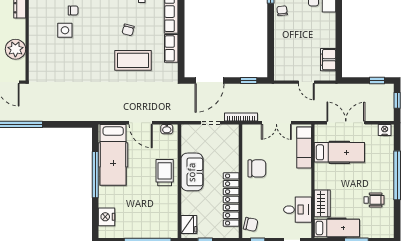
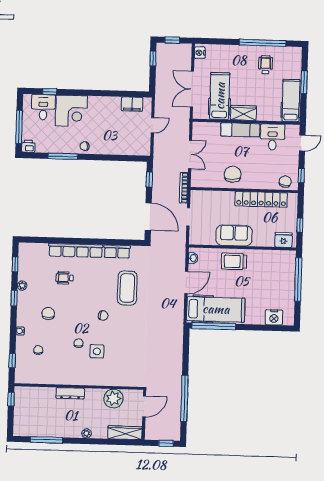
chair: (128, 30) -> (103, 315), moved
exam couch: (304, 147) -> (240, 130), moved
window: (95, 175) -> (214, 326), moved
window: (397, 175) -> (263, 43), moved
wardrobe: (322, 203) -> (243, 113), moved

